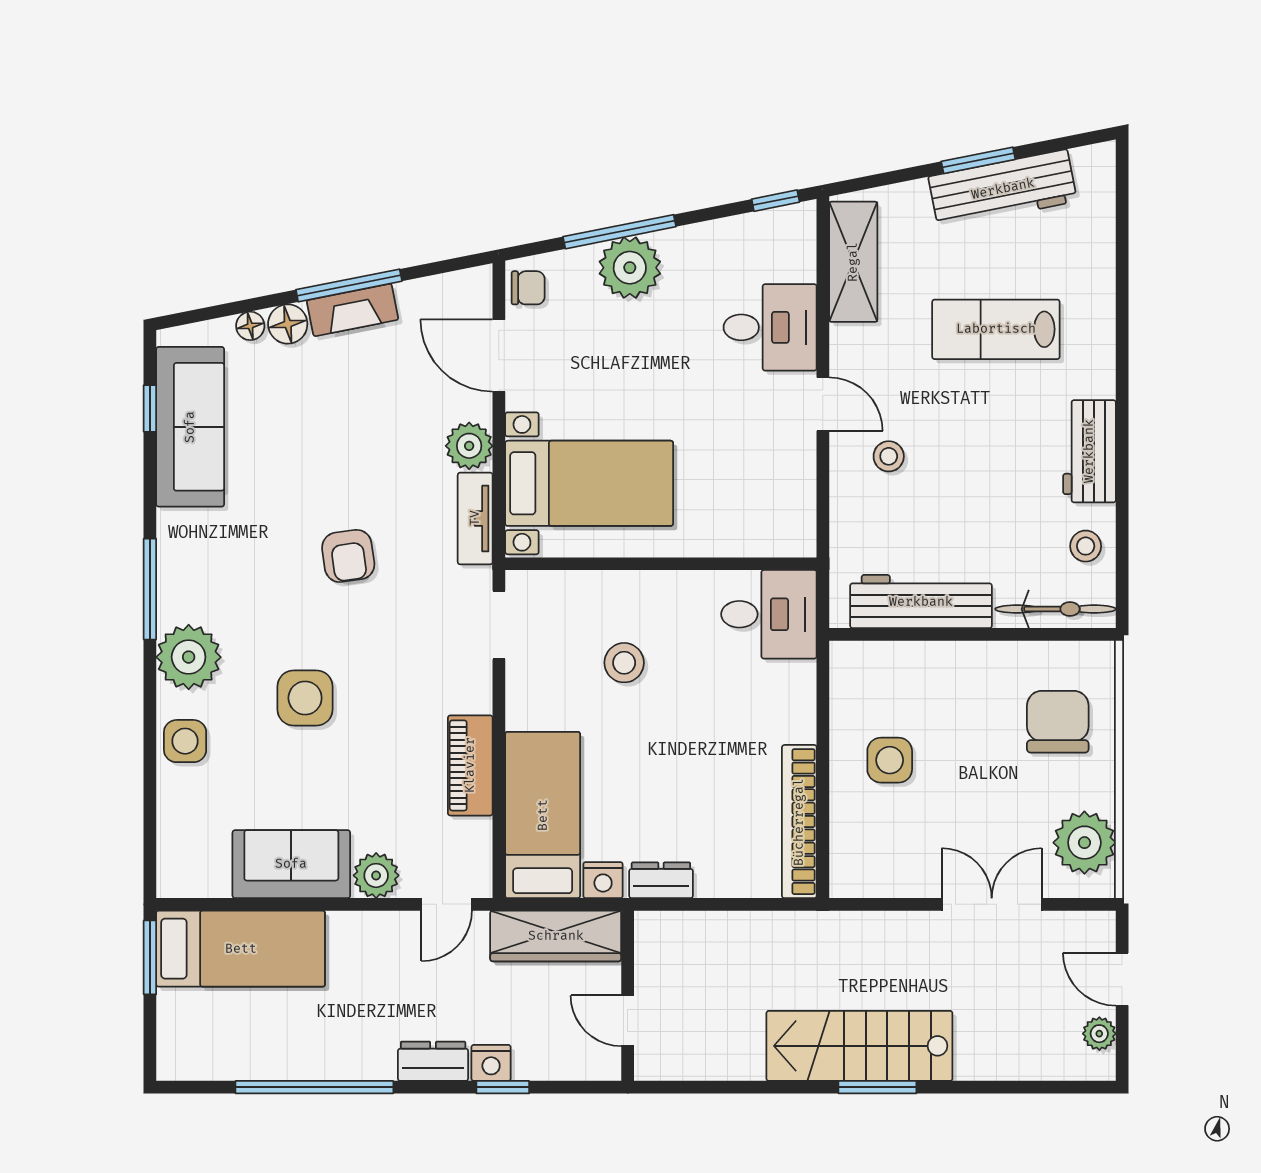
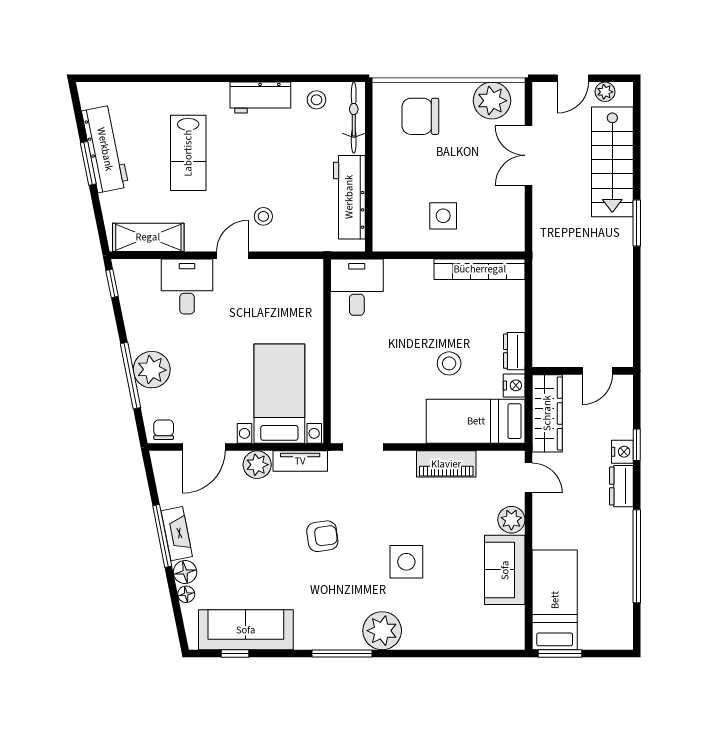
stool: (624, 663) -> (449, 363), moved
side table: (185, 741) -> (432, 633), removed
stairs: (859, 1046) -> (612, 162), moved

